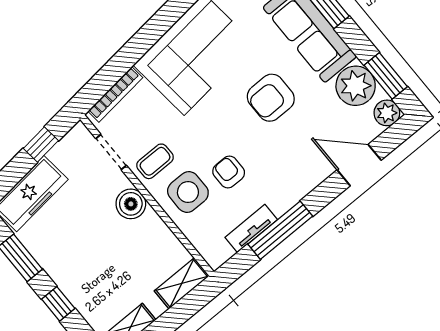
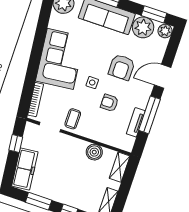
armchair: (271, 98) -> (122, 67), moved
door: (359, 165) -> (163, 76), moved
side table: (188, 192) -> (92, 83), moved, width x0.54, depth x0.54
boiler: (131, 204) -> (94, 152), moved

